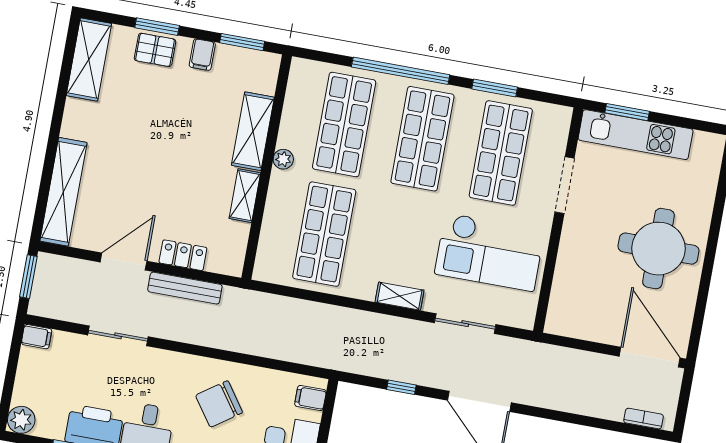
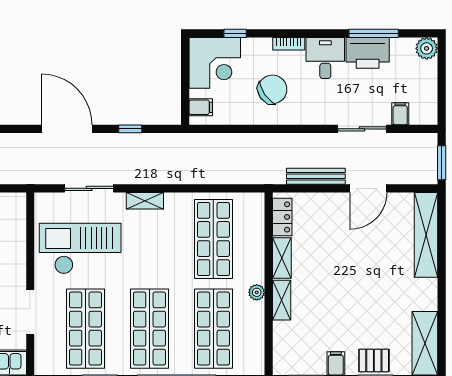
shelving: (253, 131) -> (282, 300), width x0.67, depth x0.75
locker: (183, 255) -> (282, 217), moved, turned -90
filing cabinet: (37, 337) -> (400, 114), moved, turned 90

